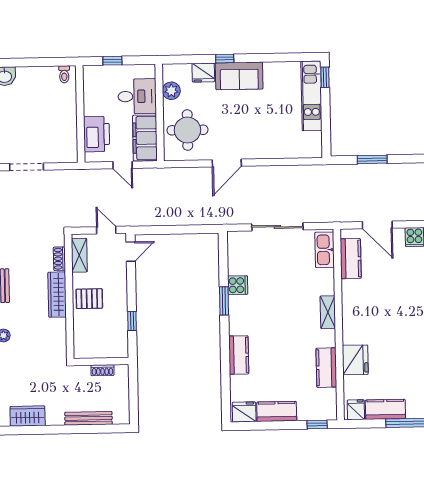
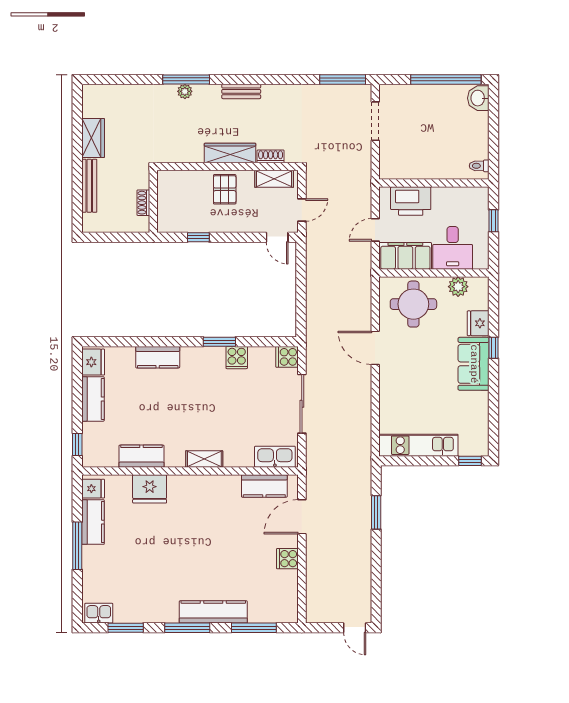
kitchen unit: (311, 96) -> (418, 445), moved
cooker: (236, 241) -> (287, 357), added
wardrobe: (28, 416) -> (93, 138), moved

